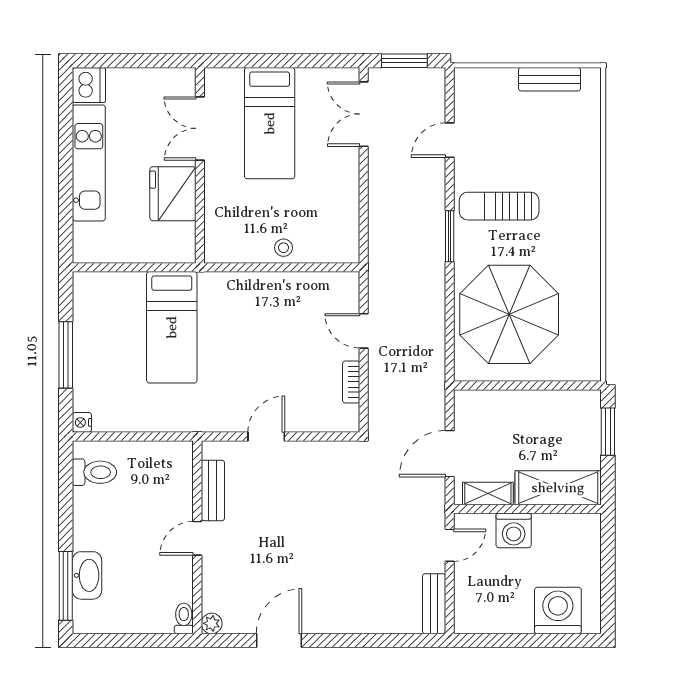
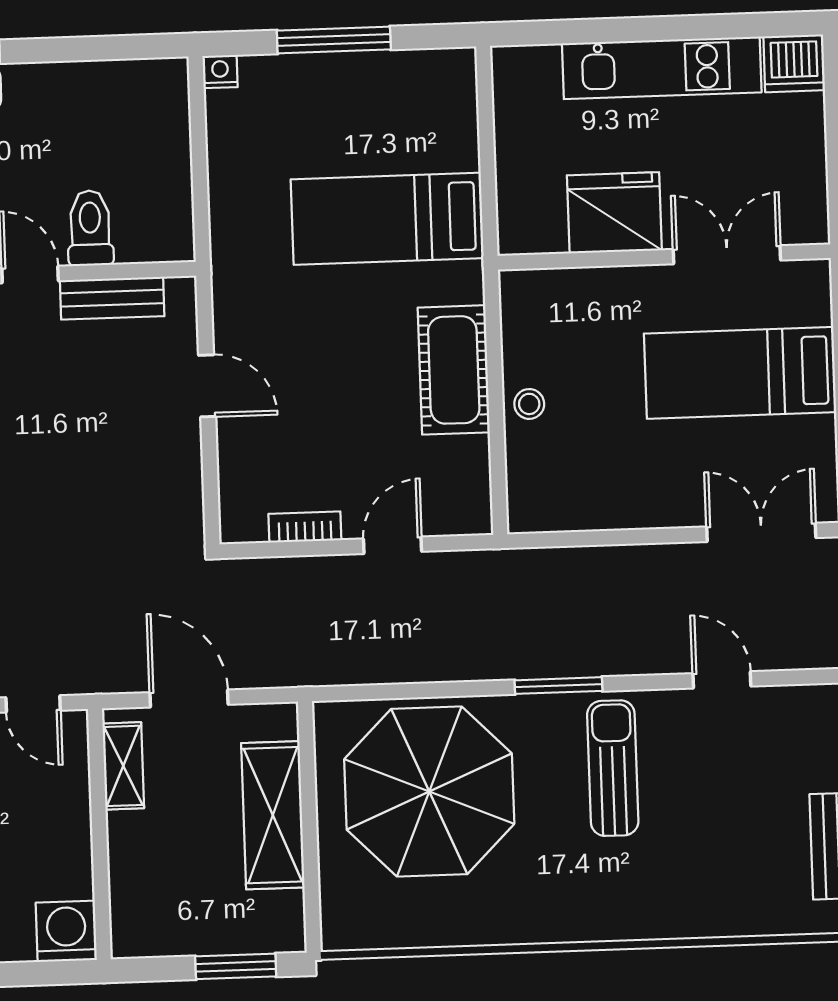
cot: (262, 291) -> (454, 370), added
toilet: (94, 472) -> (90, 228), moved, turned 180
shelving: (558, 488) -> (273, 815), moved
washing machine: (514, 530) -> (66, 931), moved, turned 90

